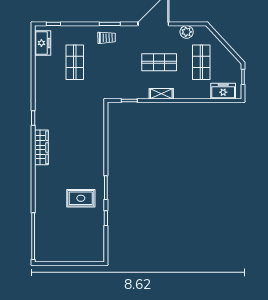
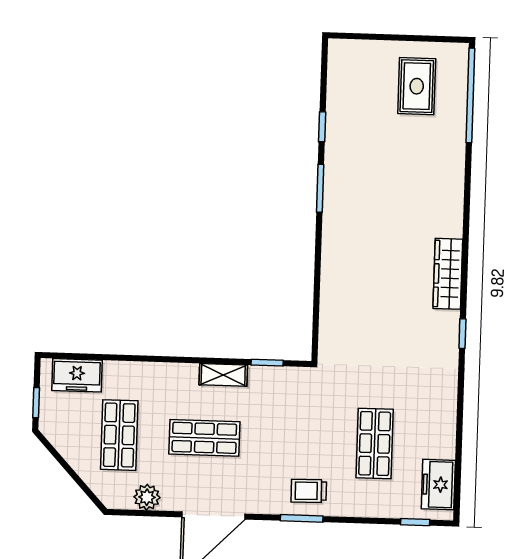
shelving: (161, 94) -> (223, 375), moved
rug: (81, 198) -> (417, 86), moved, turned 90

